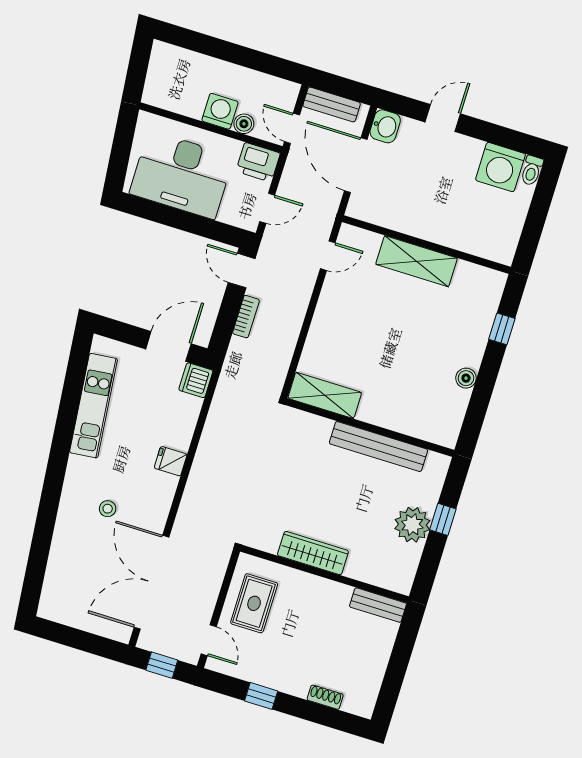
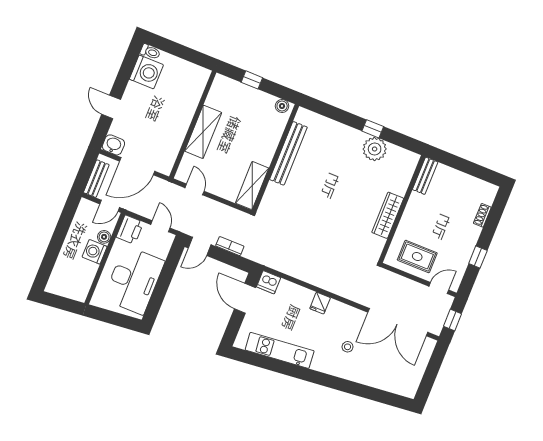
shelving: (325, 395) -> (252, 186), moved
wall: (370, 428) -> (276, 158), moved
bench: (378, 447) -> (288, 153), moved

